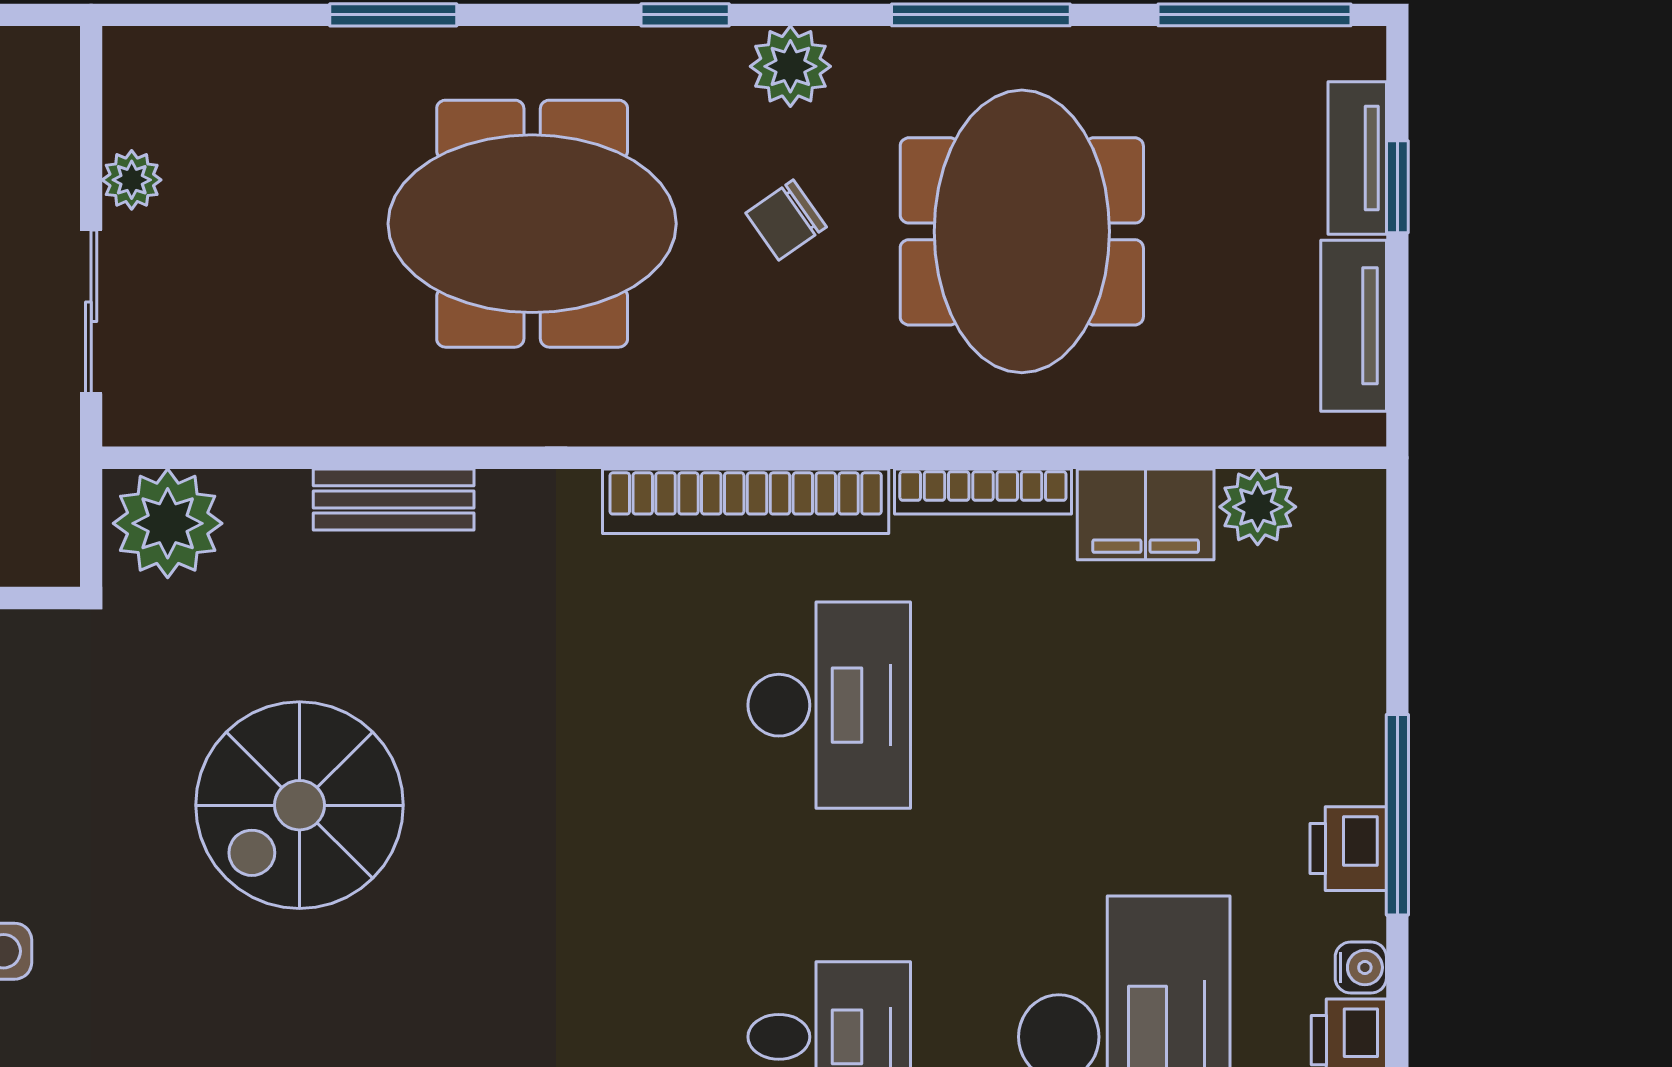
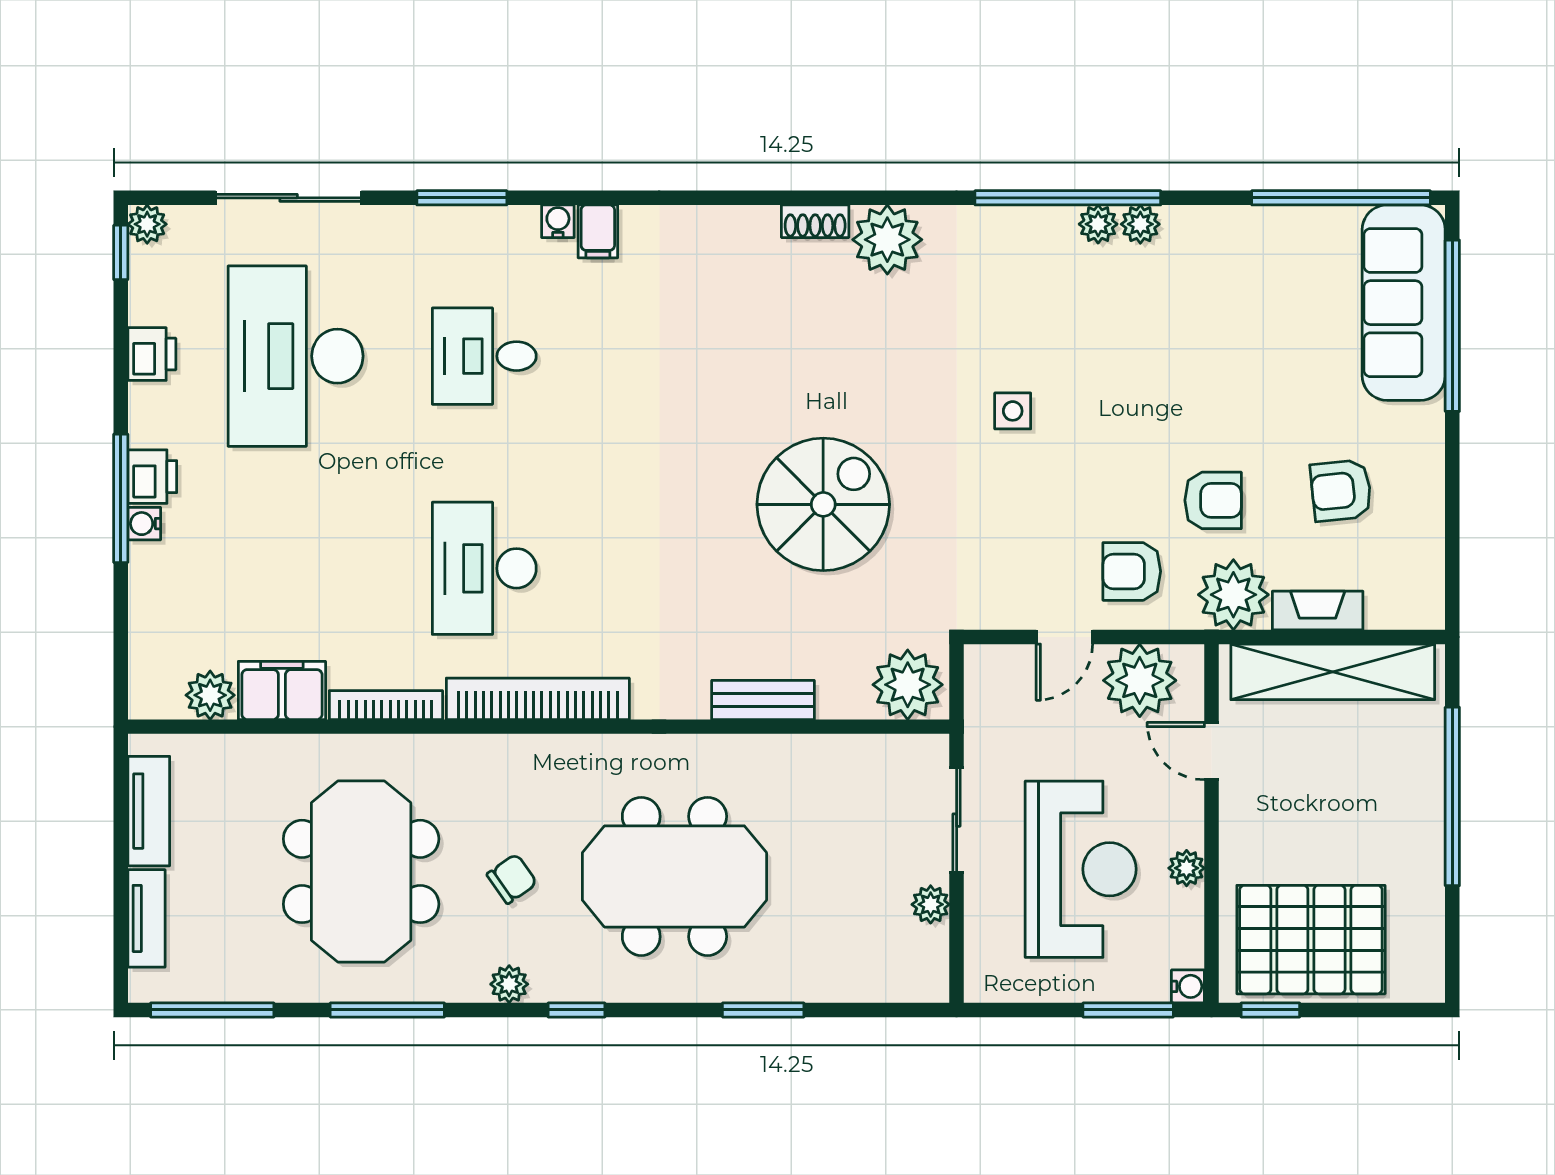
plant: (790, 66) -> (509, 984), width x0.73, depth x0.73
window: (1397, 187) -> (121, 900), removed
water cooler: (1361, 967) -> (144, 524), moved

